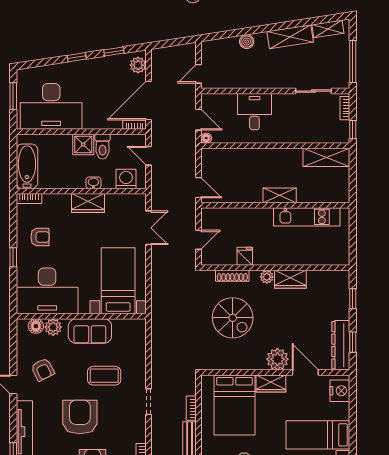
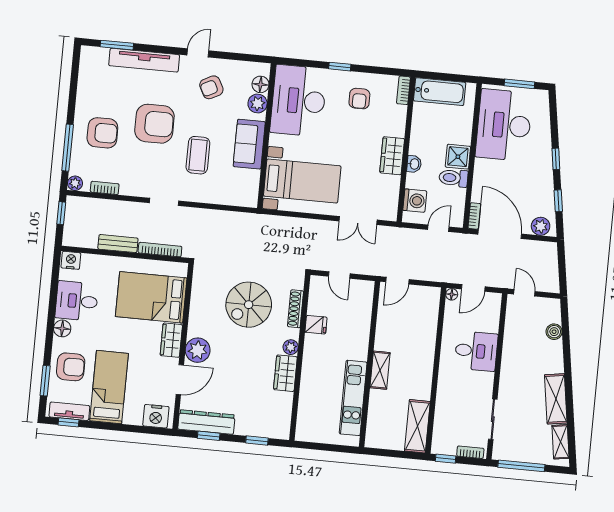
boiler: (247, 42) -> (554, 332), moved
bookcase: (191, 408) -> (160, 250), width x1.56

